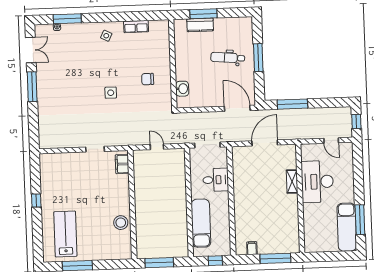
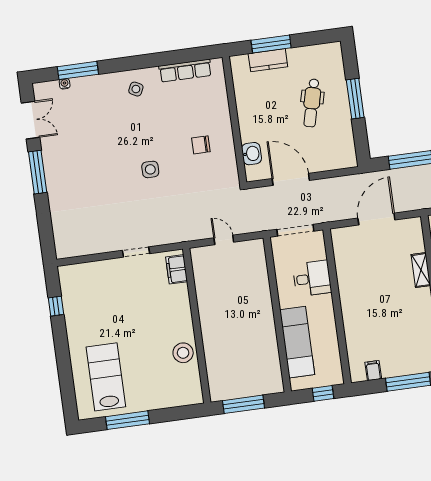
row of seats: (136, 27) -> (185, 71), width x1.48
dental chair: (228, 58) -> (312, 103), turned -81
door: (237, 108) -> (291, 179), moved
window: (36, 201) -> (56, 306), moved

